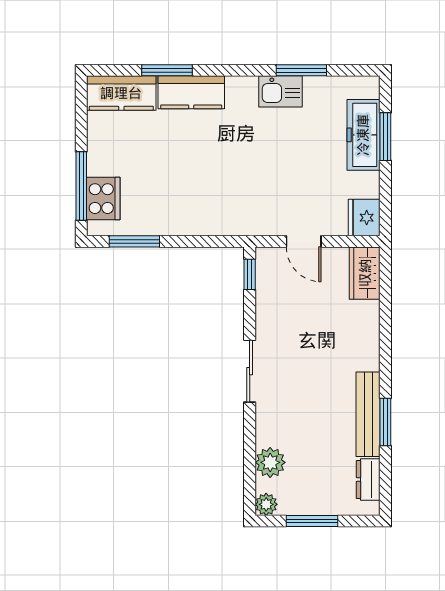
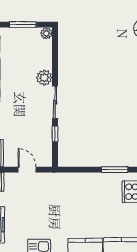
window: (250, 274) -> (55, 134), moved
plant: (270, 462) -> (44, 78), moved

